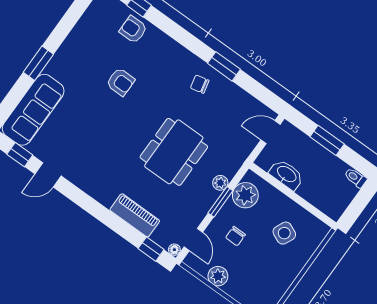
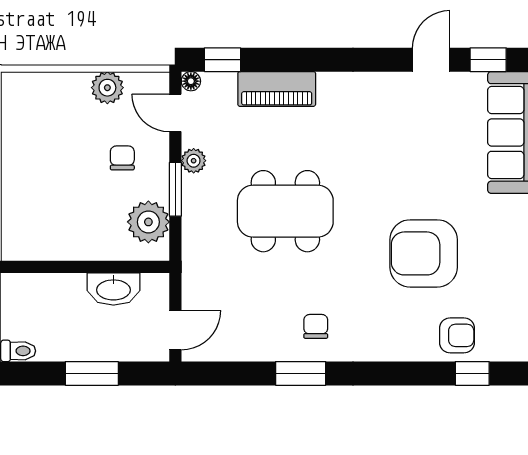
armchair: (121, 82) -> (424, 253), width x1.88, depth x1.88
chair: (200, 84) -> (316, 326), turned -77
dining table: (174, 152) -> (285, 211), turned 90
plant: (220, 183) -> (194, 161), moved
side table: (284, 233) -> (60, 209), removed

